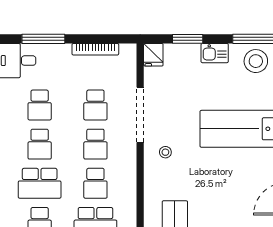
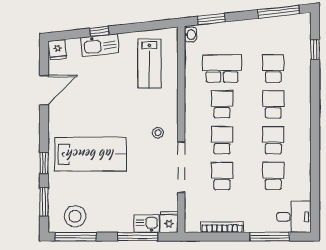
window: (188, 39) -> (138, 237), width x1.44
kitchen sink: (215, 53) -> (147, 224), moved
school desk: (40, 183) -> (273, 104), width x0.54

